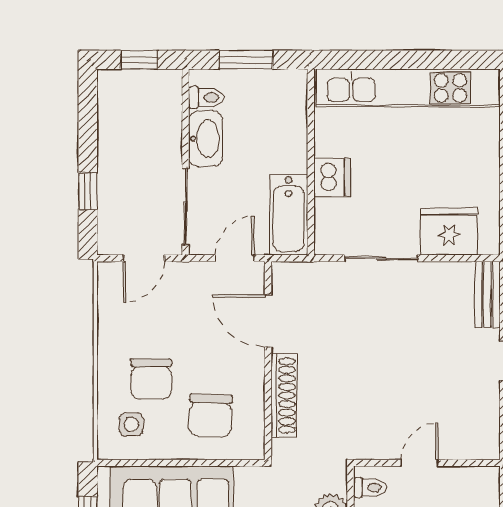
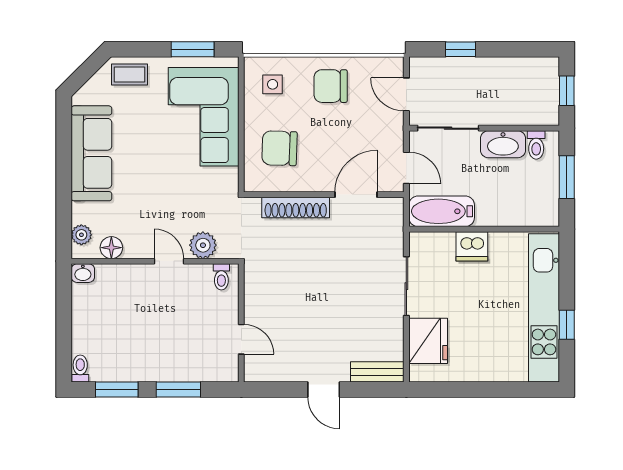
window: (429, 60) -> (567, 325), added
chair: (151, 379) -> (331, 86), moved
door: (420, 463) -> (241, 339), moved

